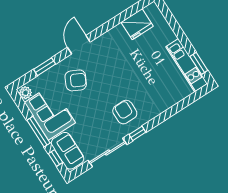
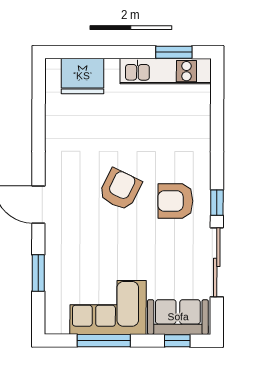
fridge: (137, 24) -> (83, 76), moved, turned 90
armchair: (76, 80) -> (120, 189), moved
plant: (25, 93) -> (58, 324), removed
window: (39, 132) -> (104, 341), moved

